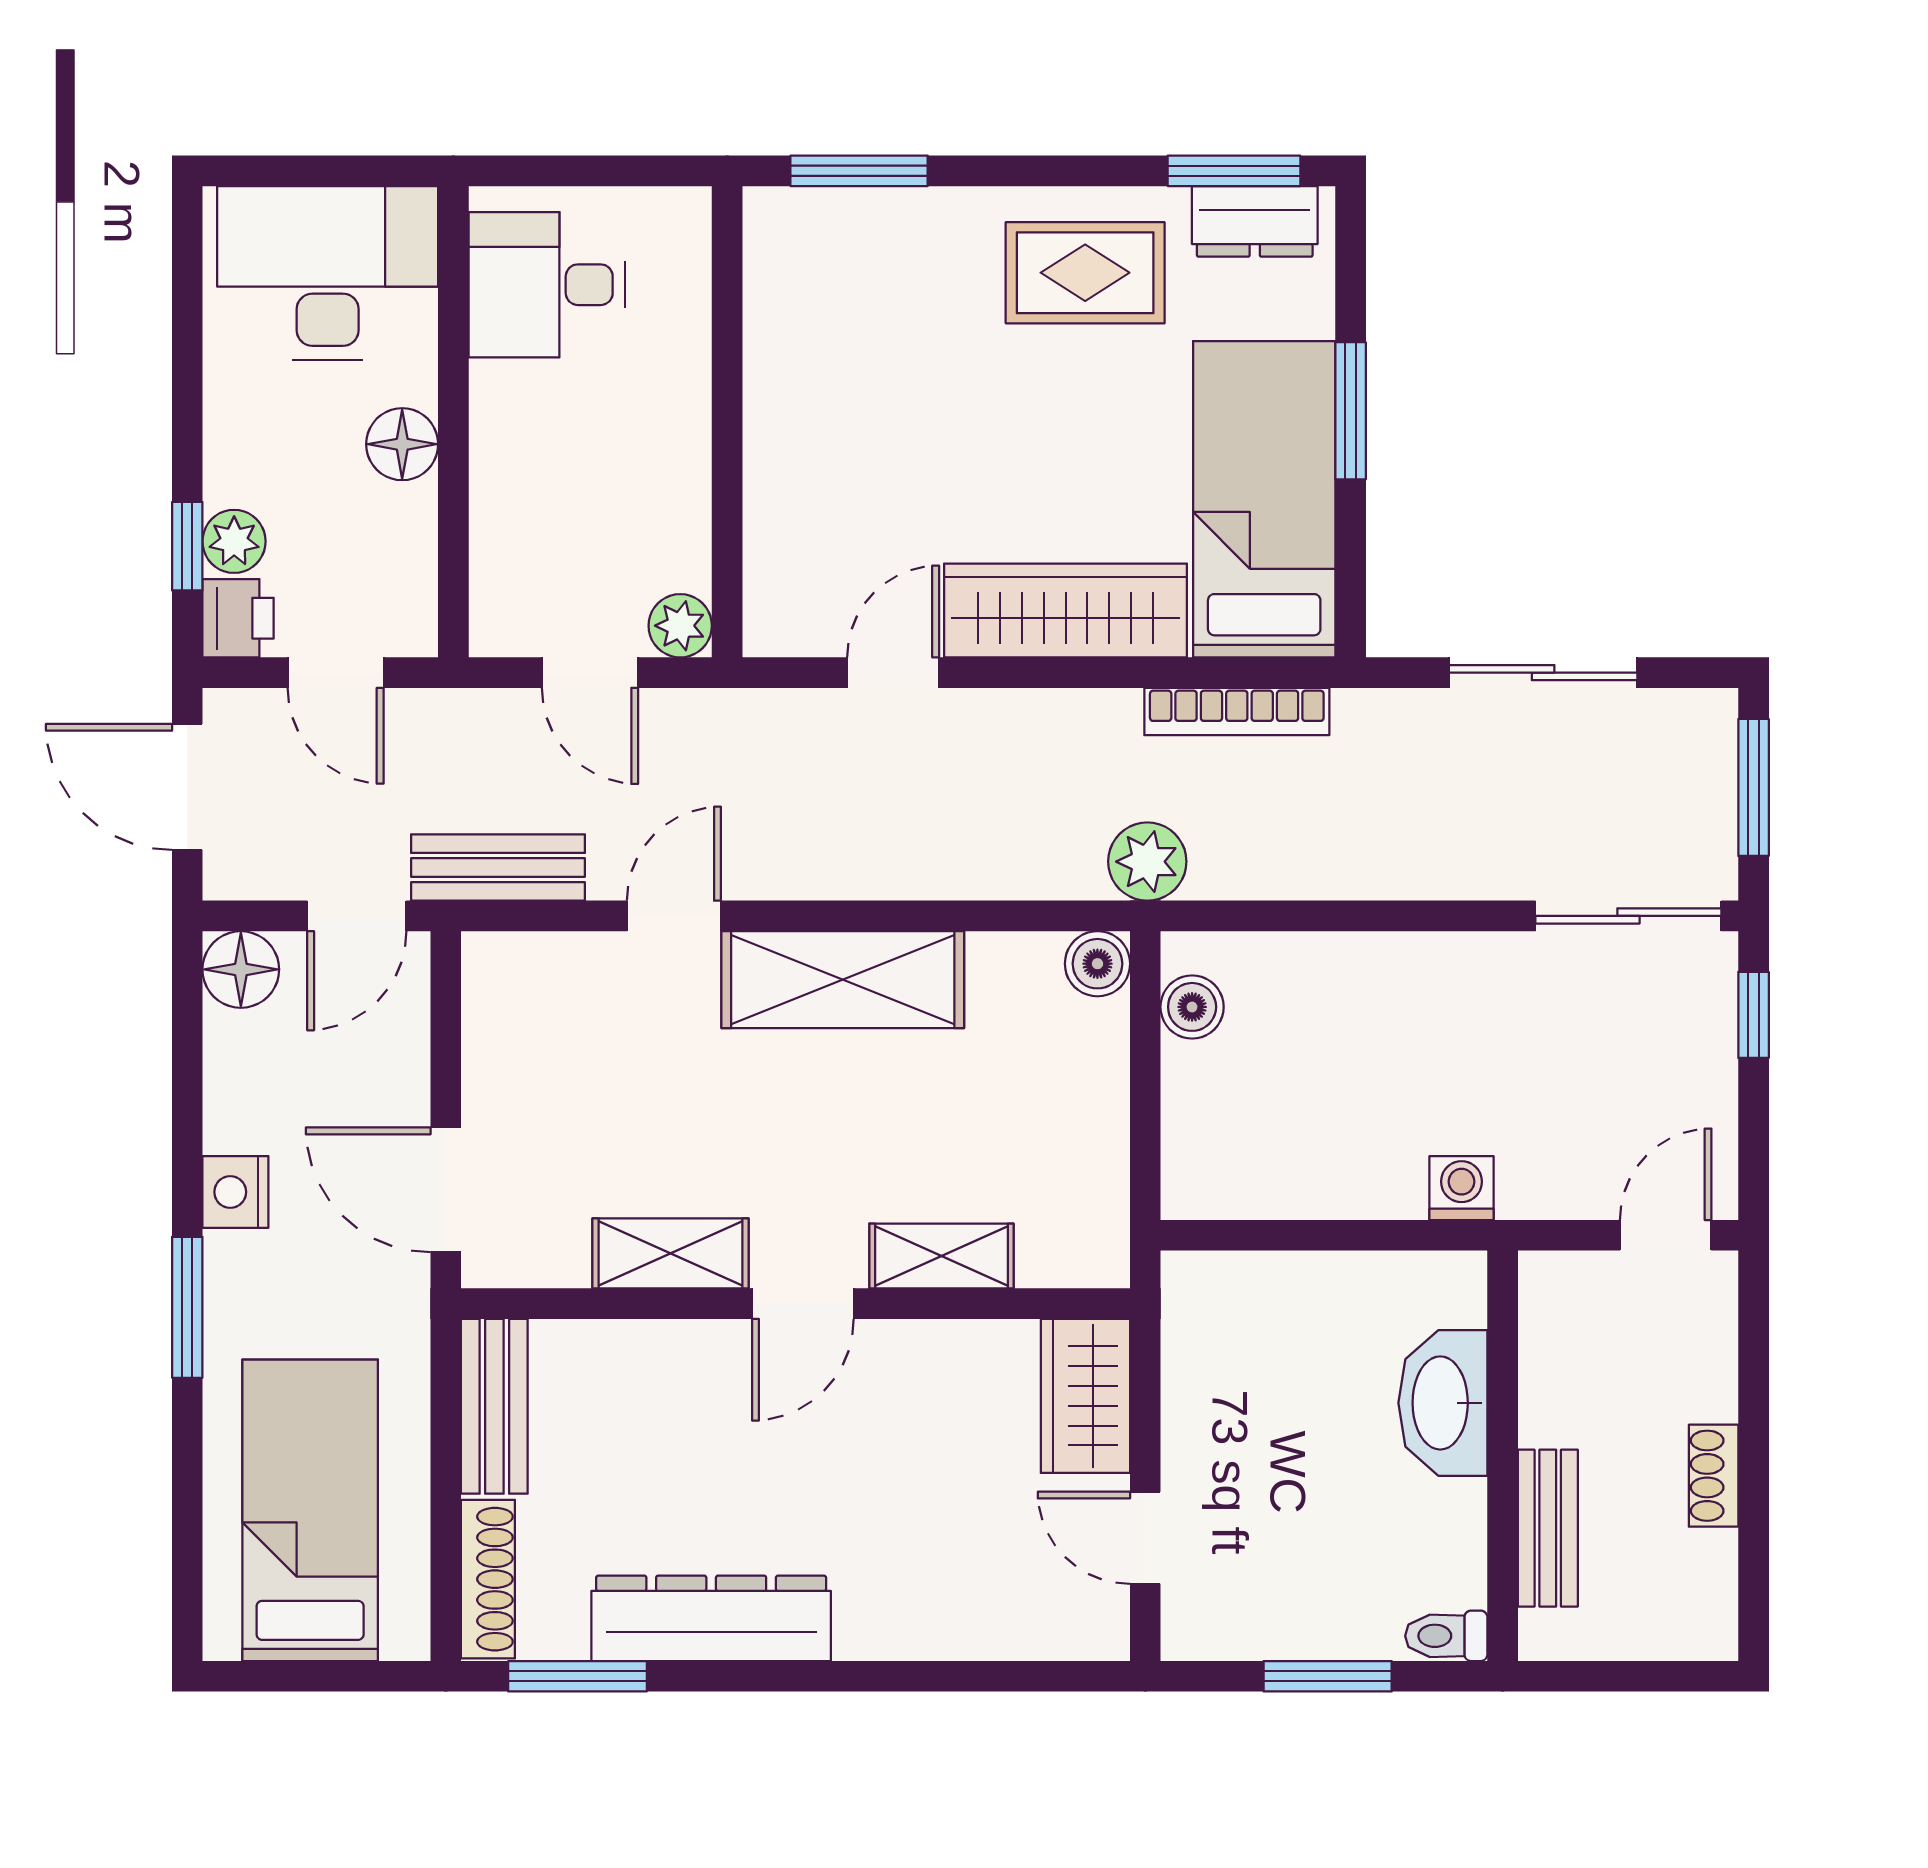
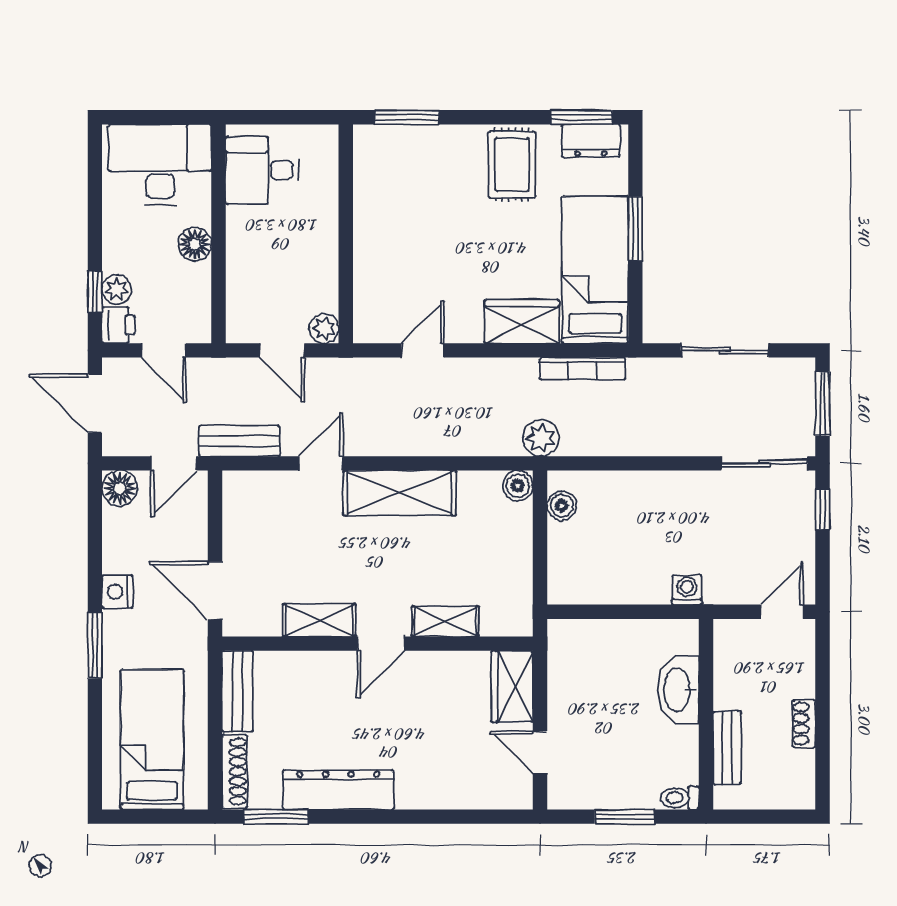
rug: (1085, 273) -> (512, 165), turned 90
wardrobe: (1066, 610) -> (522, 322), width x0.67

